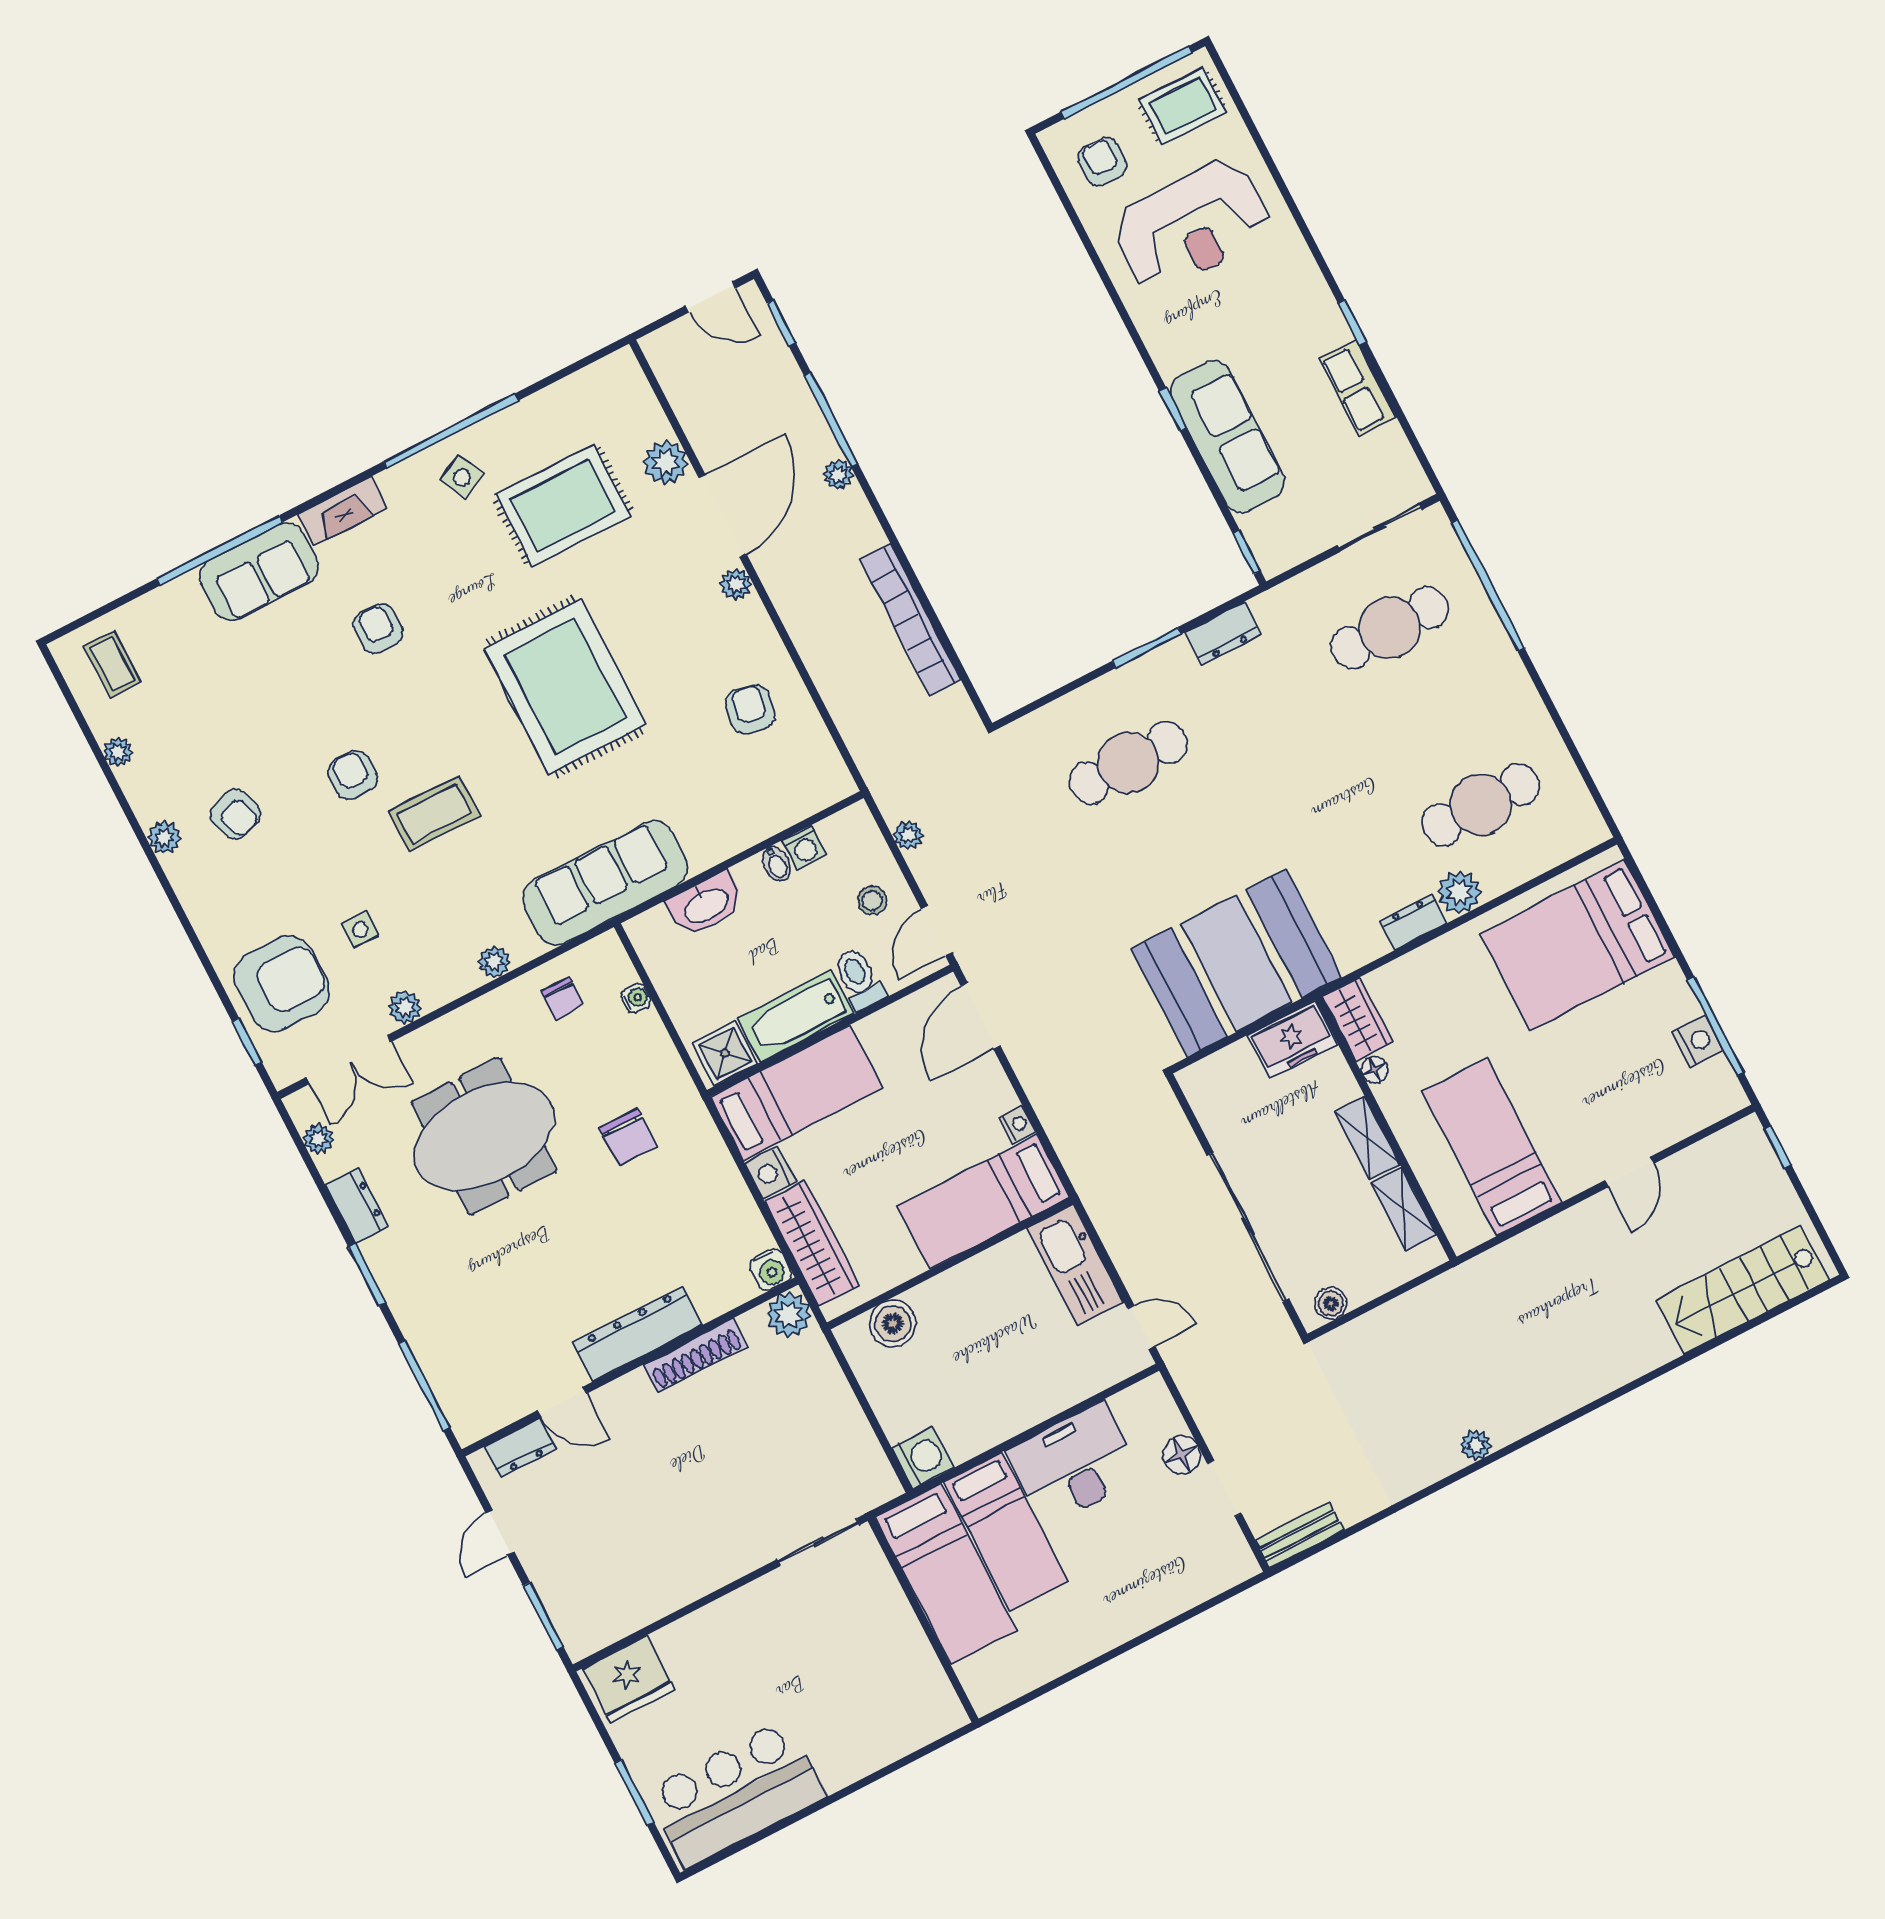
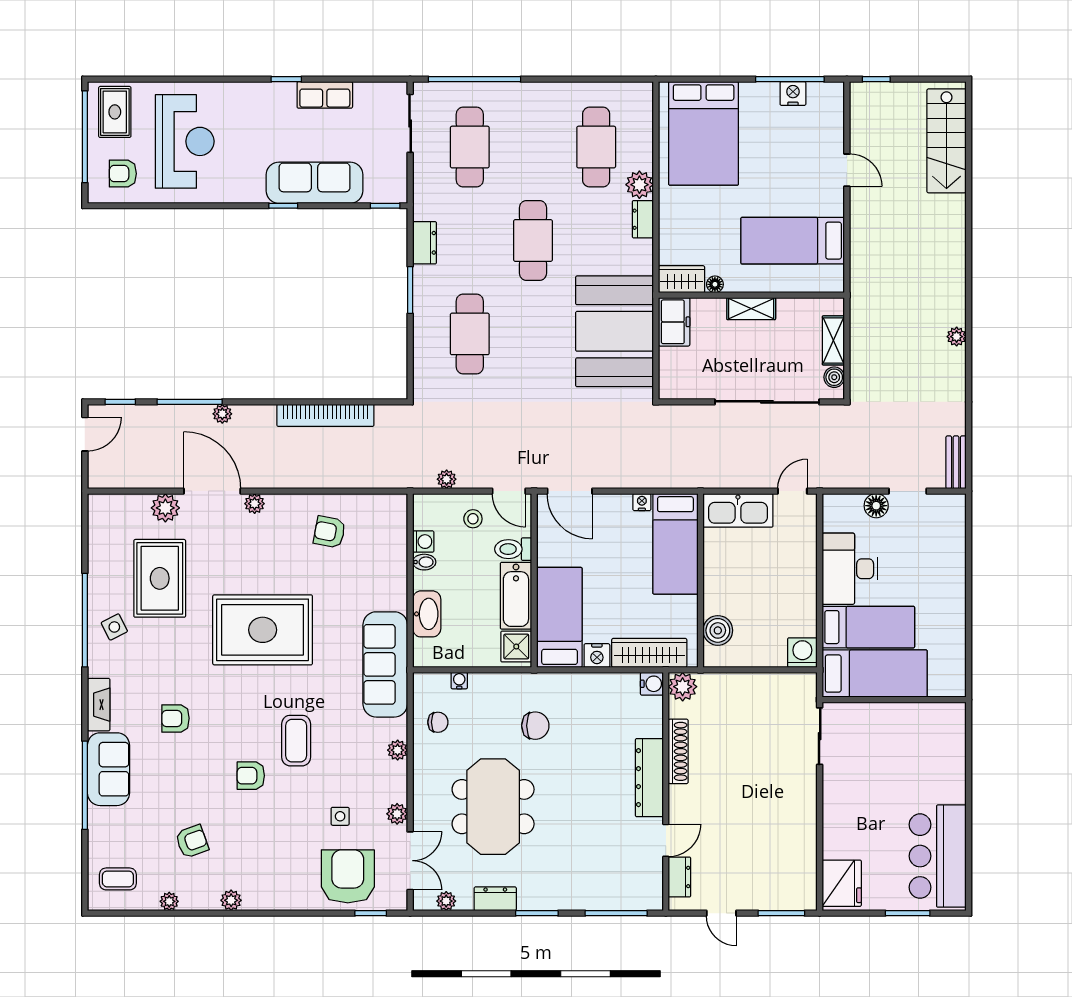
cafe table: (1305, 784) -> (533, 240), added
armchair: (235, 814) -> (192, 841), moved
shelving: (1404, 1209) -> (833, 340), moved, turned 90

